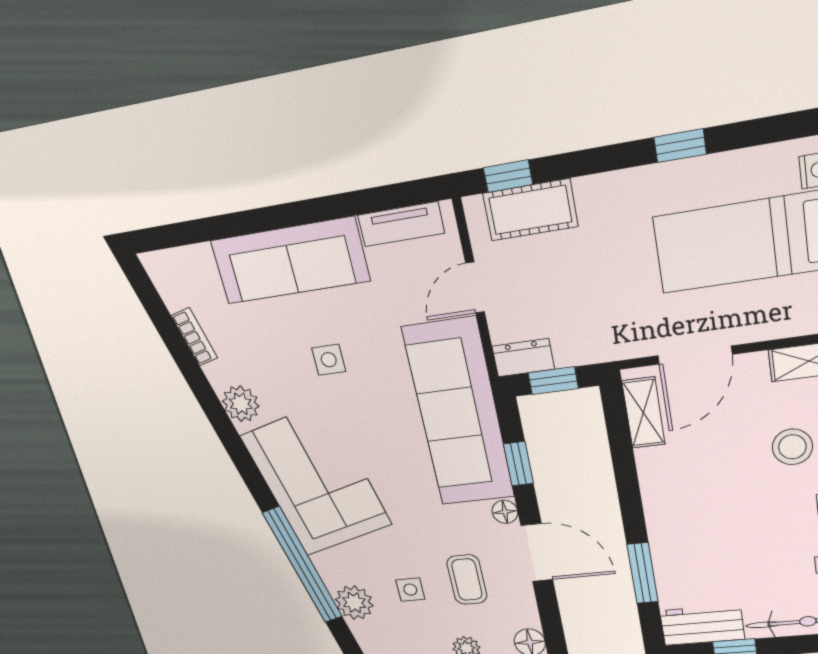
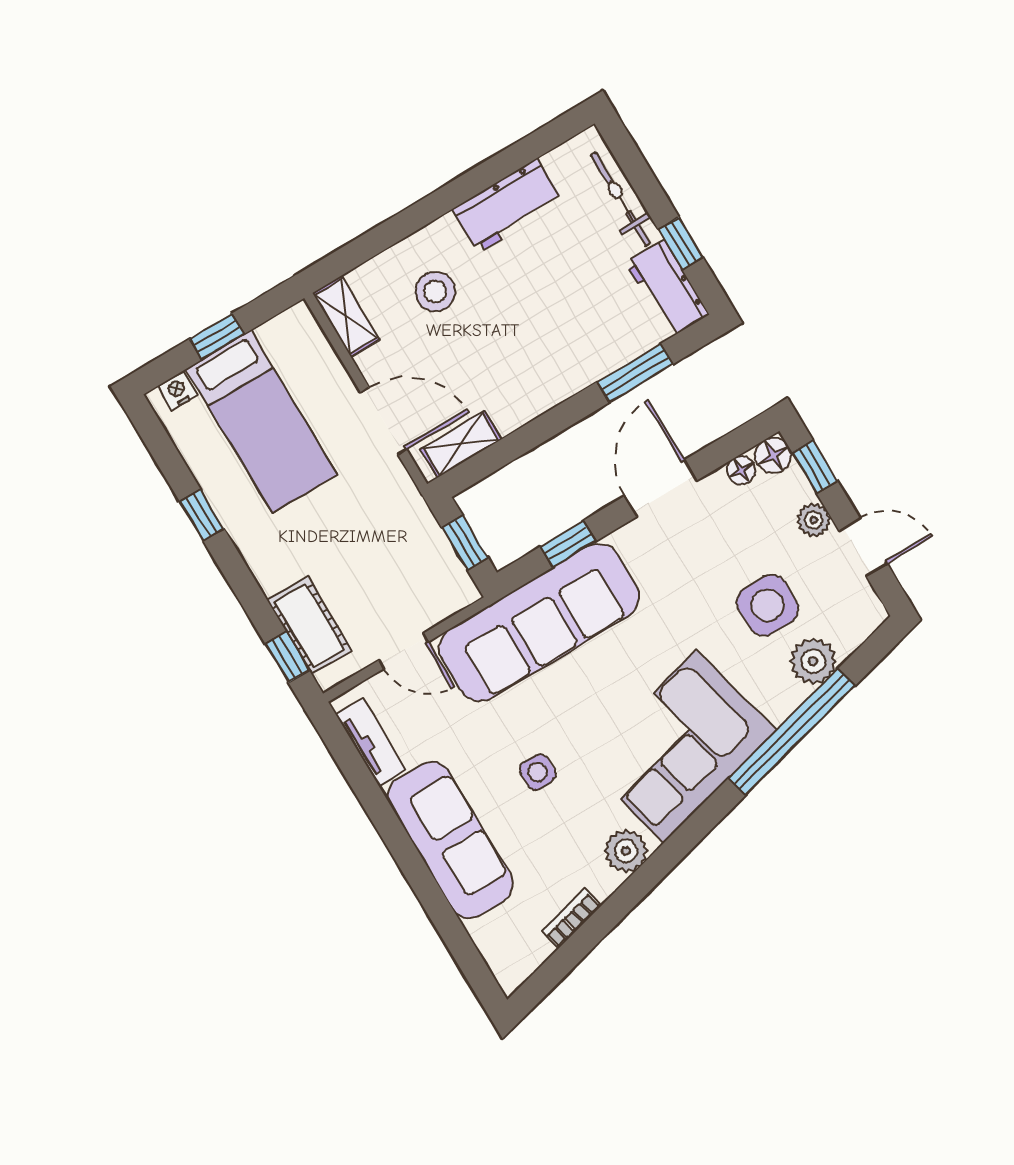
dresser: (523, 358) -> (454, 580), removed
floor lamp: (505, 512) -> (741, 470), moved
coffee table: (467, 580) -> (727, 549), removed
side table: (410, 590) -> (768, 605), width x1.87, depth x1.87

